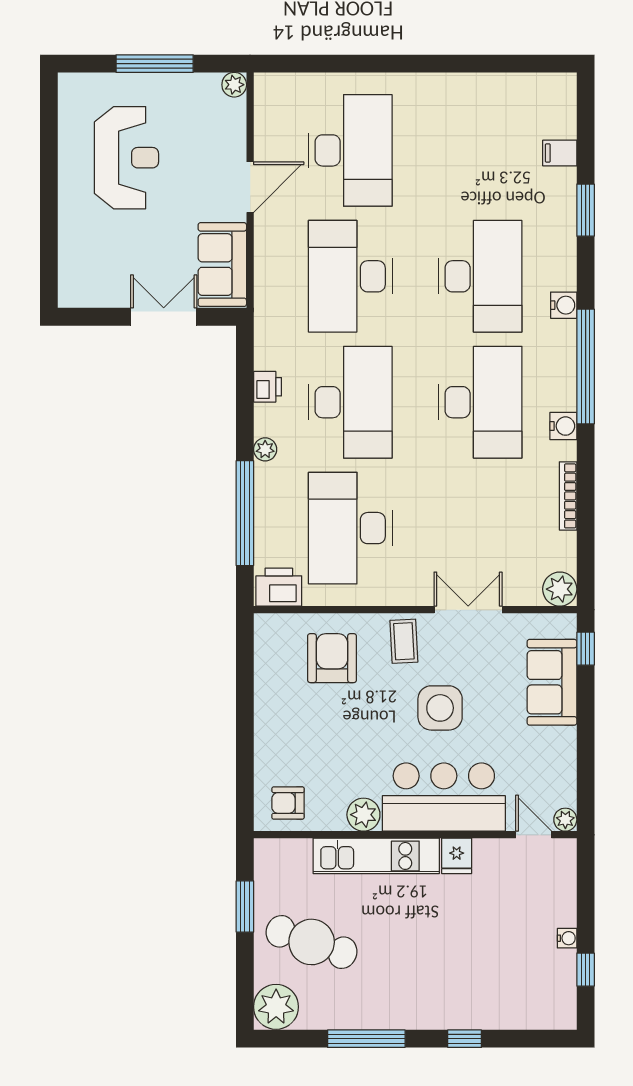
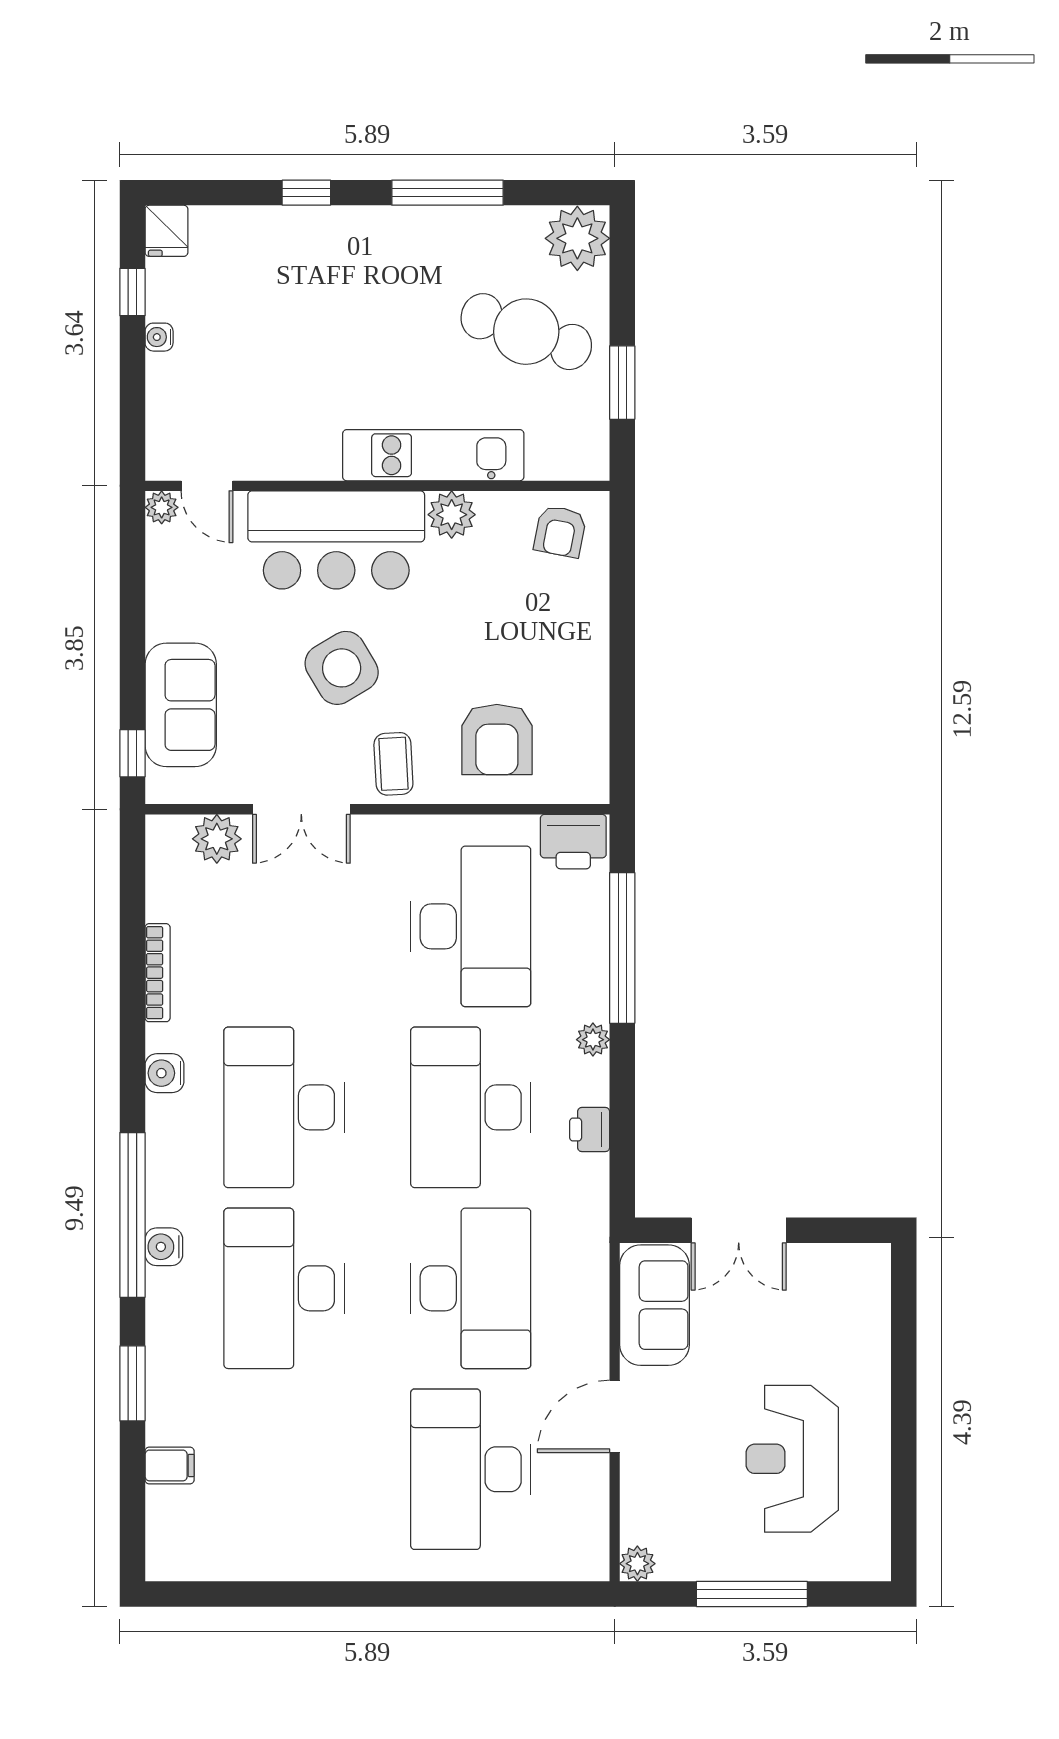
window: (586, 367) -> (132, 1215), moved
plant: (560, 589) -> (217, 839), moved
side table: (440, 708) -> (342, 668), turned -31
armchair: (288, 803) -> (560, 531), turned 101
fridge: (457, 856) -> (166, 231), moved, turned 180

